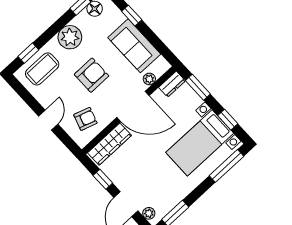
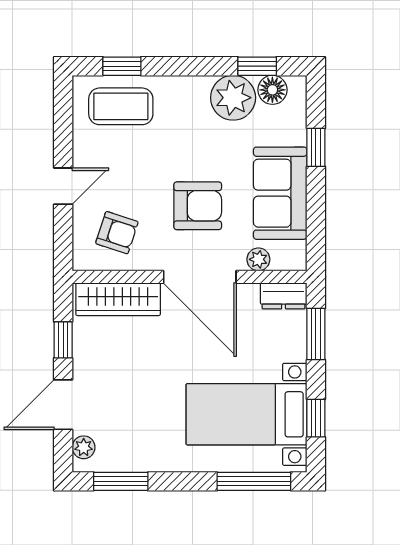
plant: (70, 37) -> (233, 98), moved
armchair: (92, 75) -> (198, 206), moved

